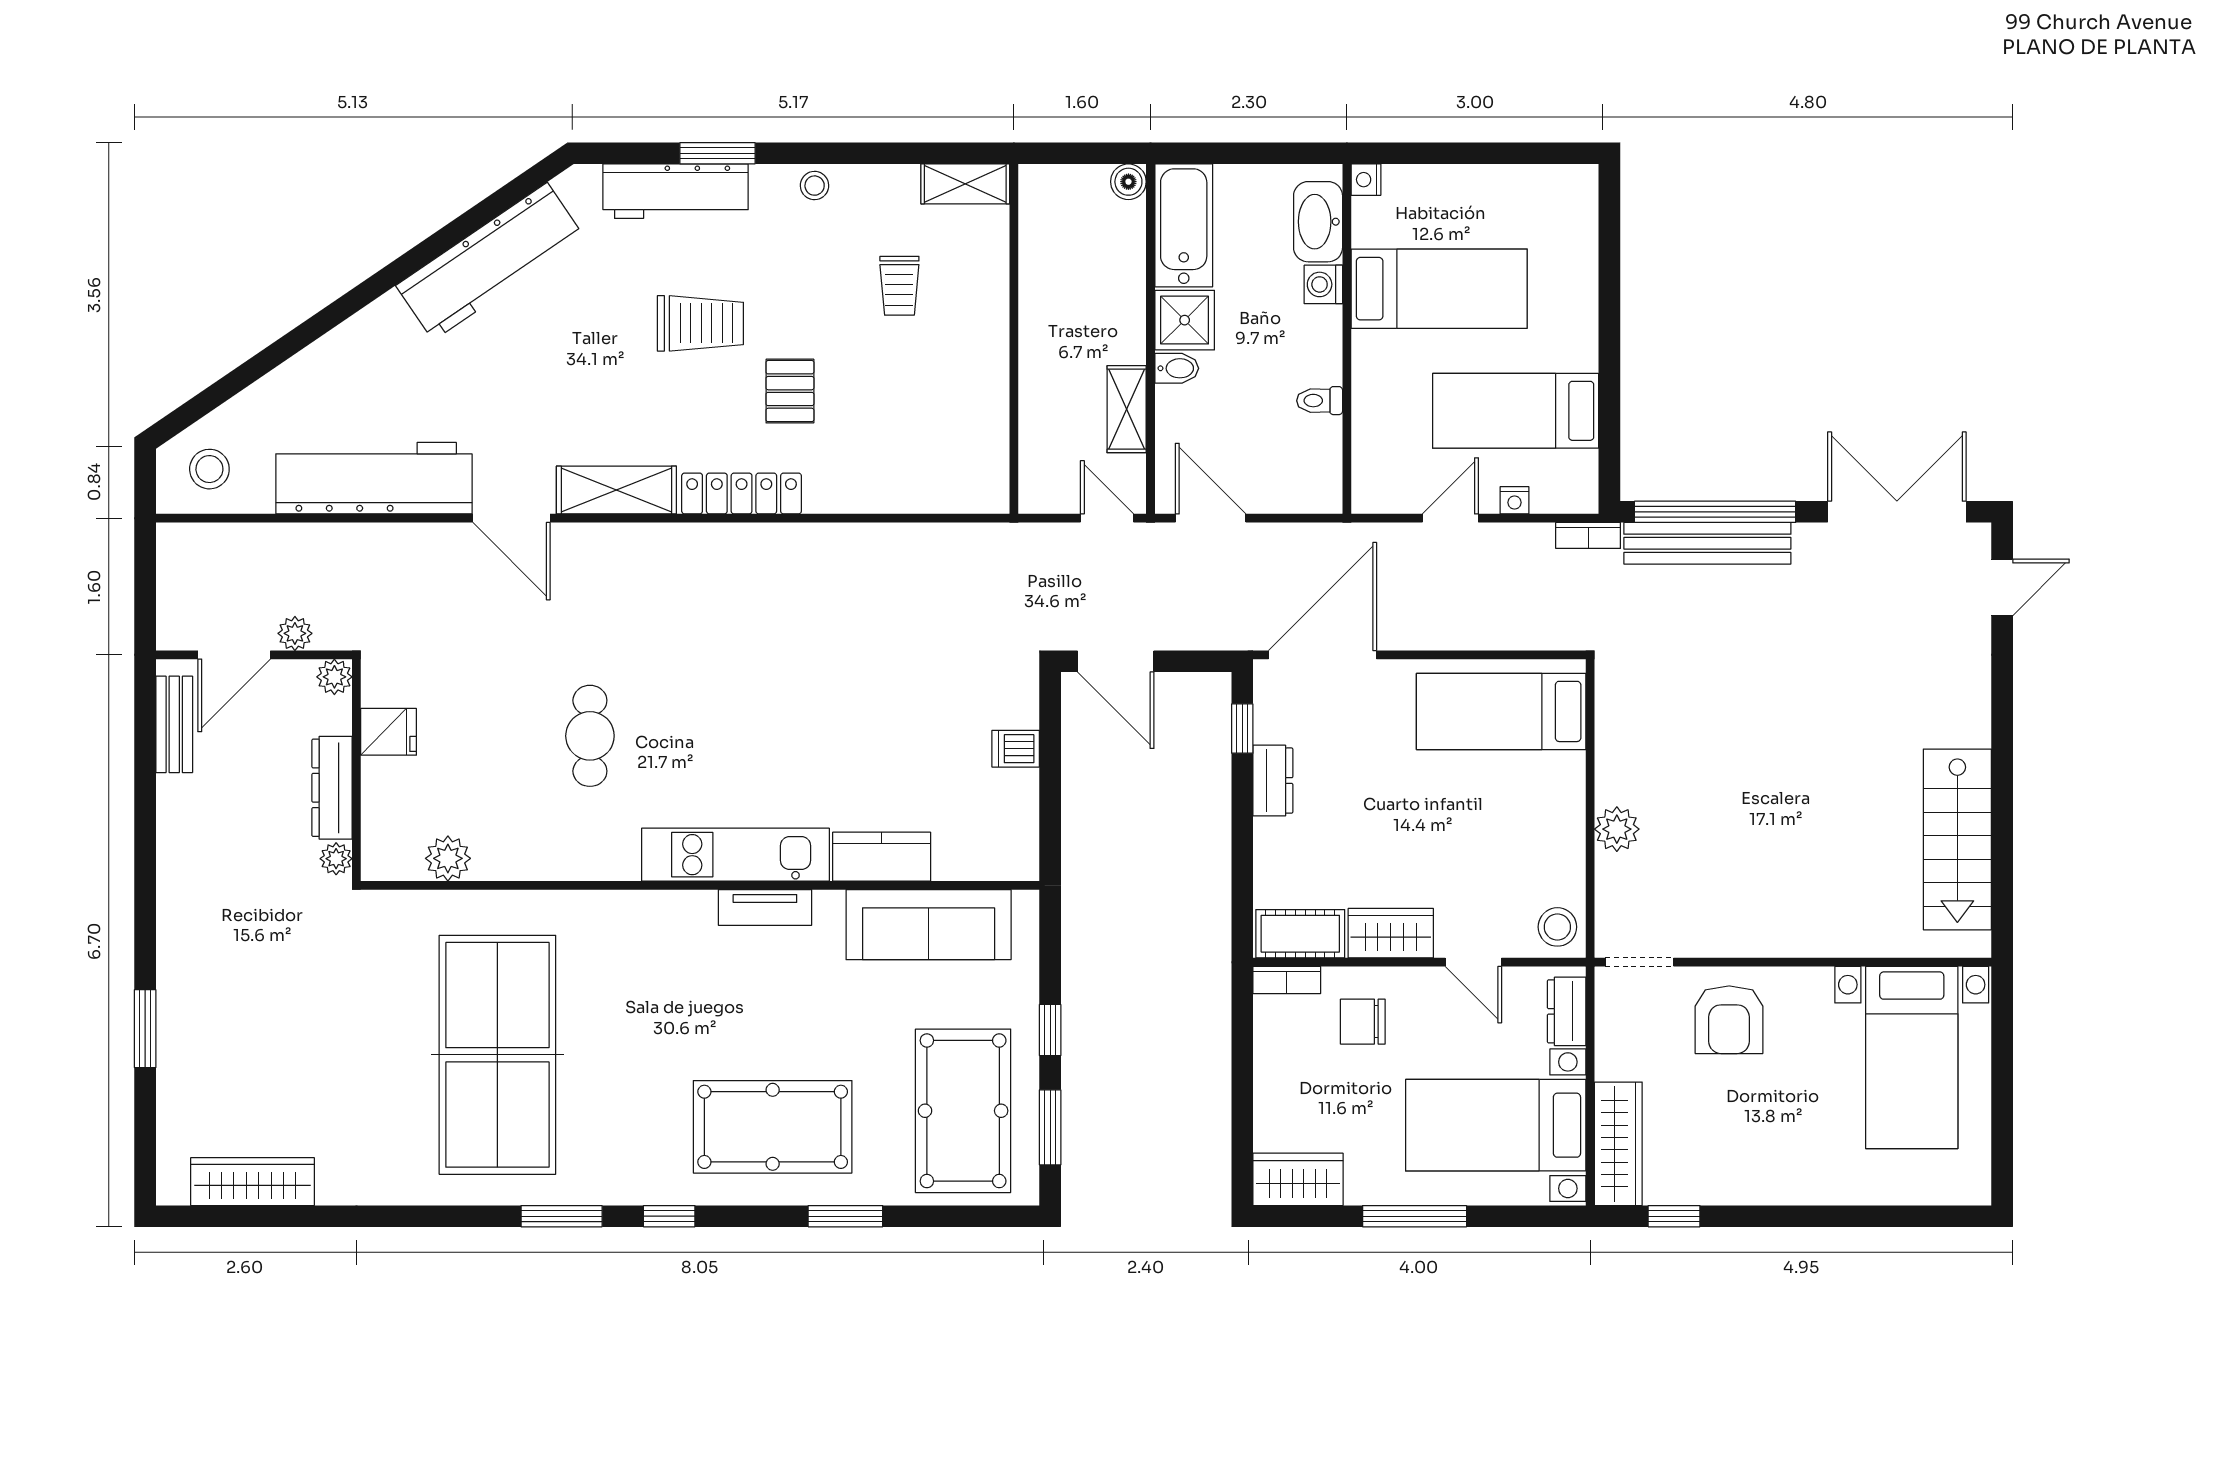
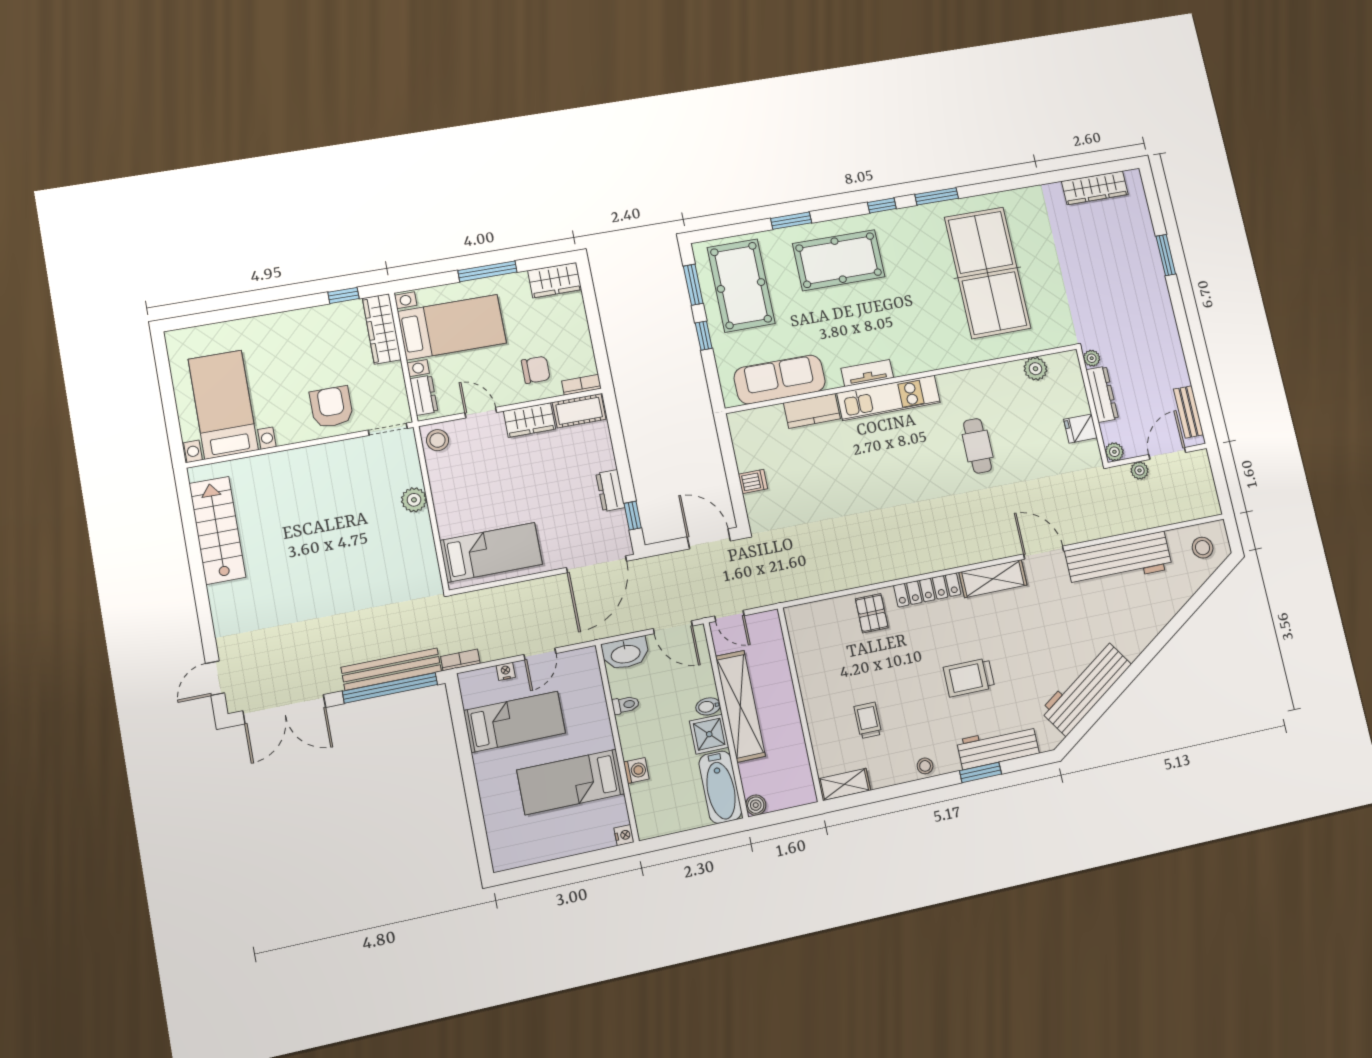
washbasin: (1318, 222) -> (625, 653), moved, turned 90
pallet: (790, 391) -> (872, 613), moved
shelving: (1127, 409) -> (740, 706), width x2.20, depth x1.33

